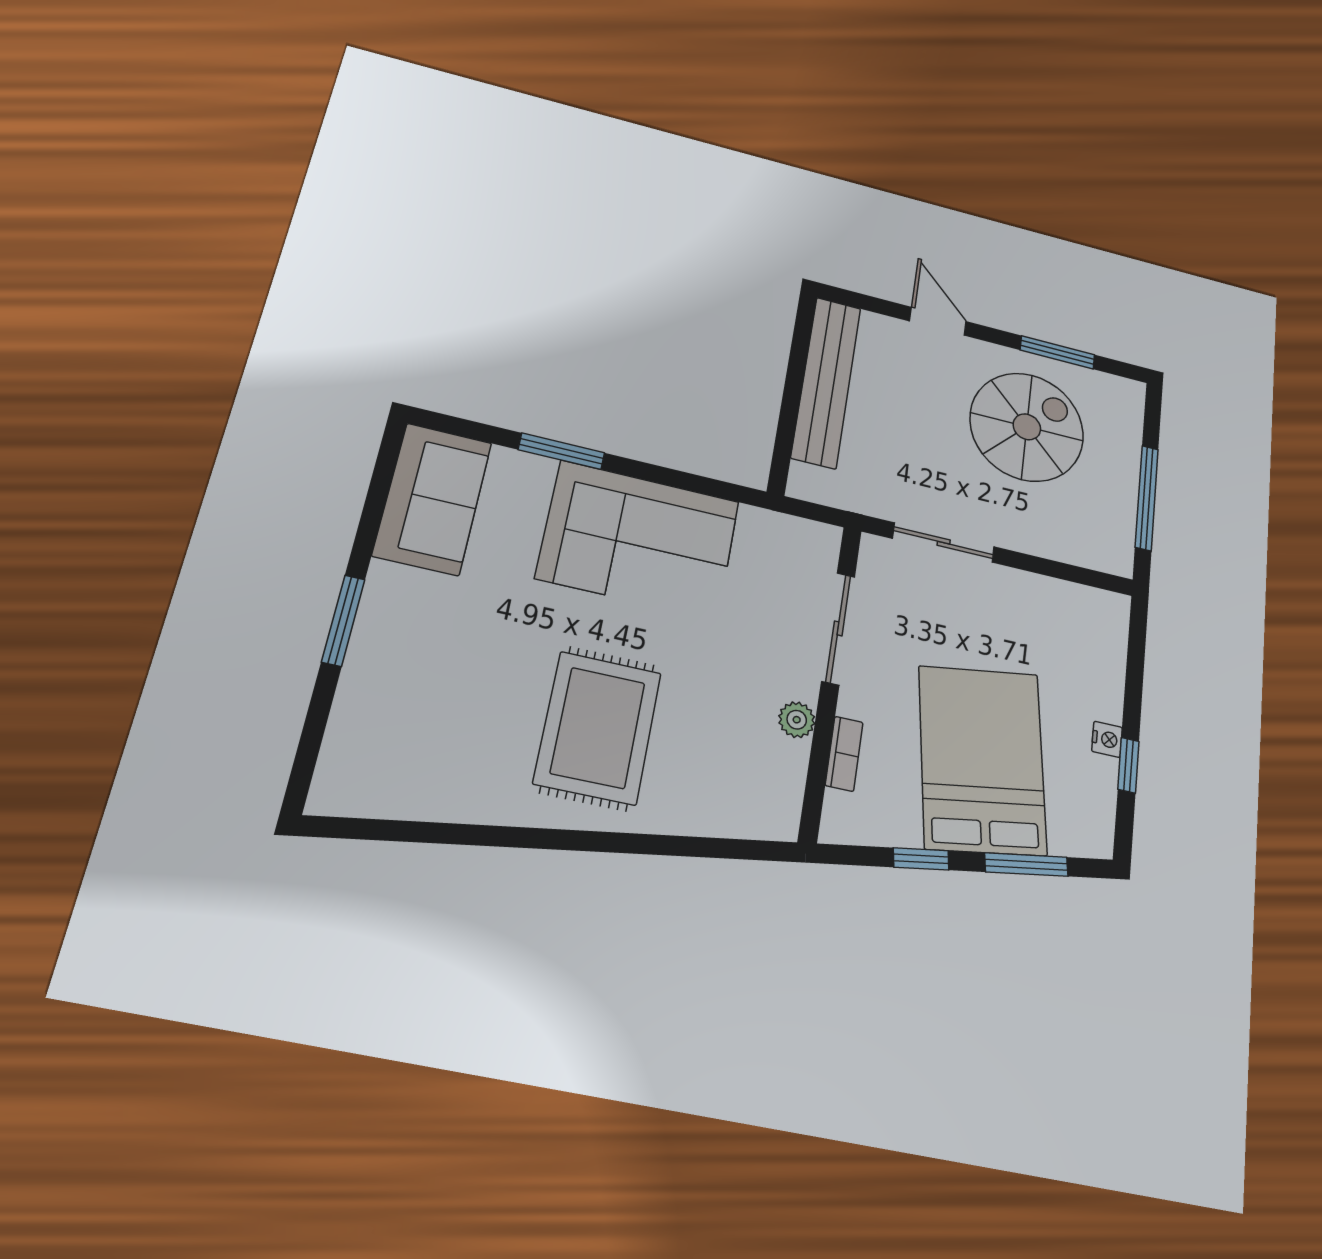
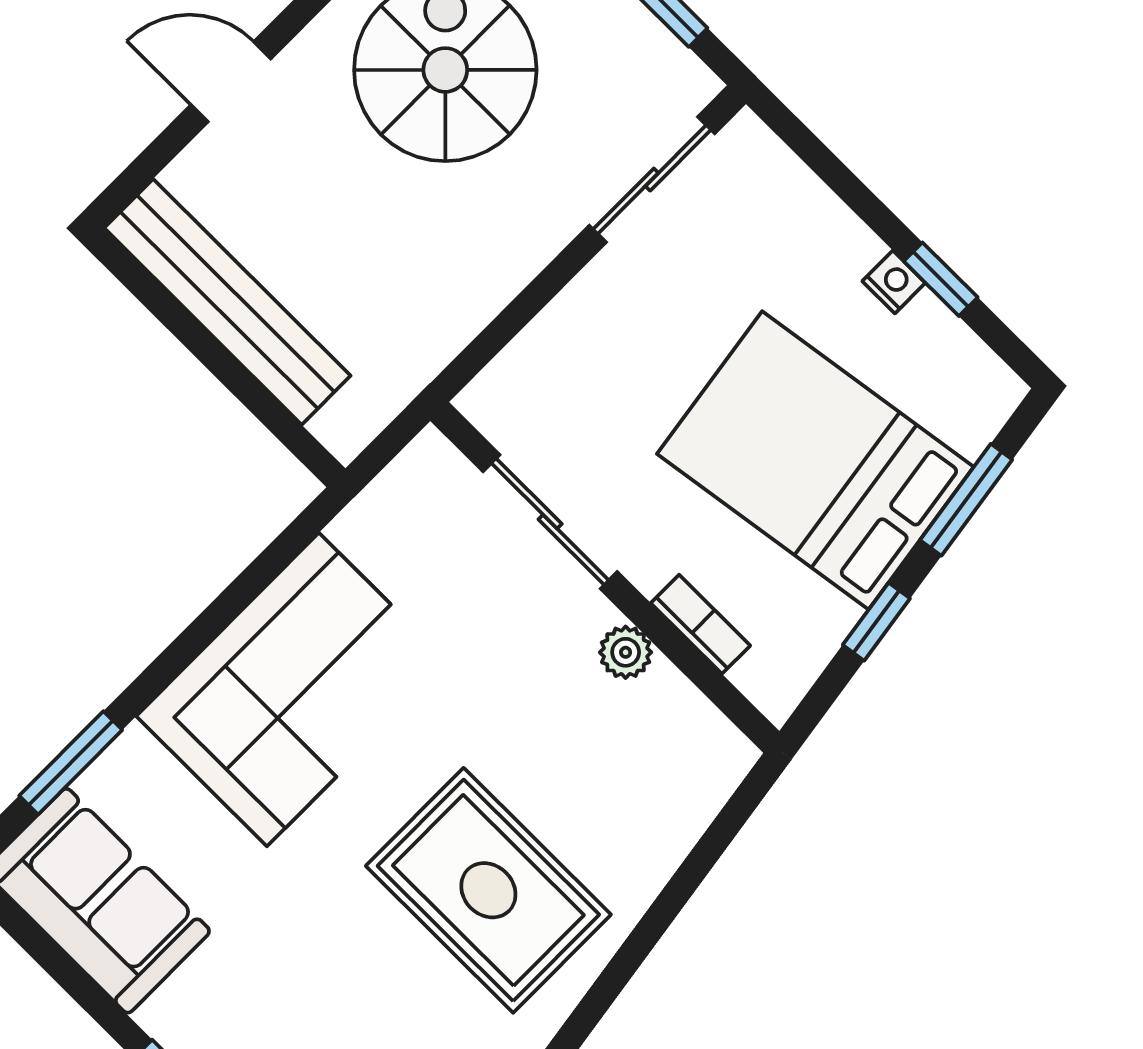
window: (561, 451) -> (71, 763), moved
sliding door: (944, 543) -> (652, 180), moved

